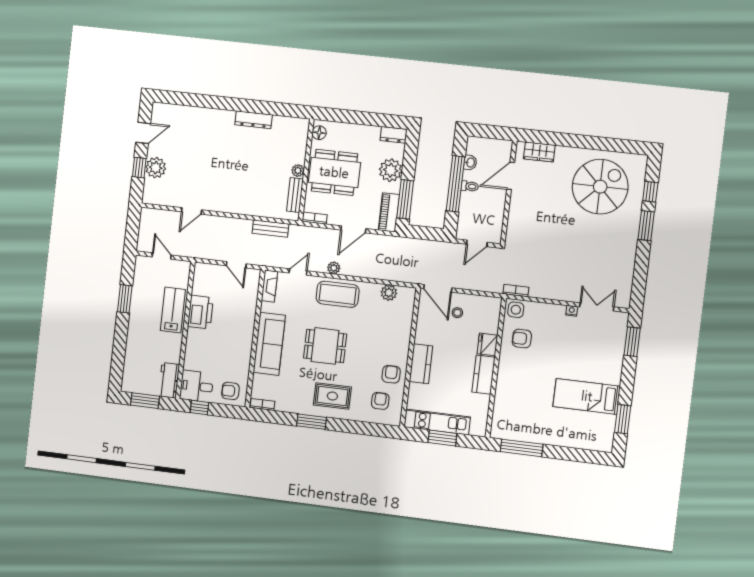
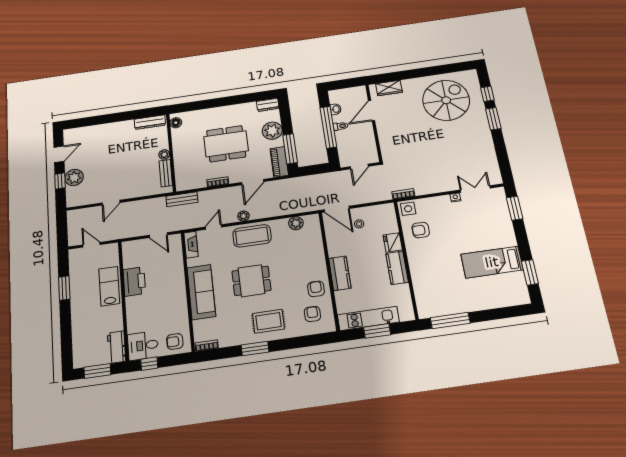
floor lamp: (319, 133) -> (176, 123), moved
wall: (306, 170) -> (171, 152), moved
plant: (298, 171) -> (164, 154), moved
bench: (295, 195) -> (166, 173), moved

